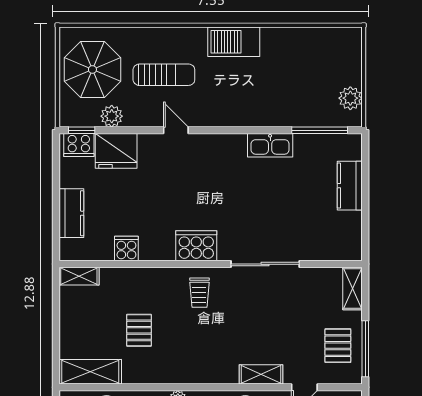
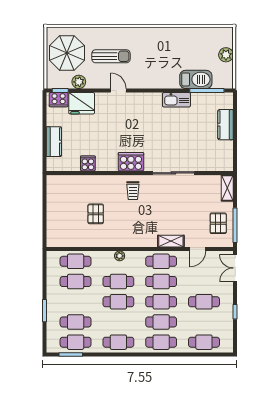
barbecue: (234, 42) -> (196, 79), moved, turned 180
plant: (350, 98) -> (226, 55), moved
shelving: (79, 276) -> (59, 180), removed
shelving: (90, 372) -> (66, 239), removed

